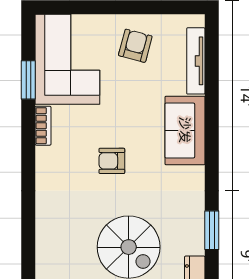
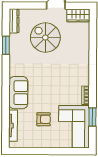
armchair: (135, 46) -> (44, 119), moved, turned -105
armchair: (112, 161) -> (53, 78), removed

